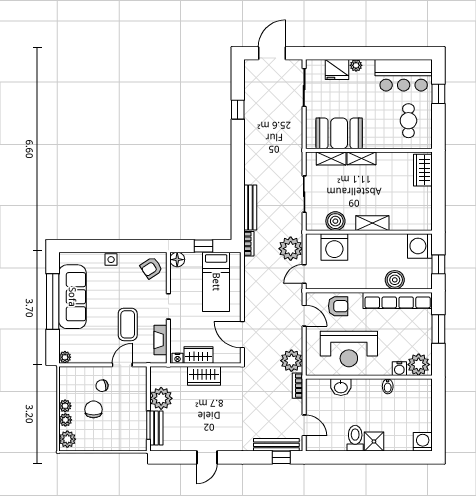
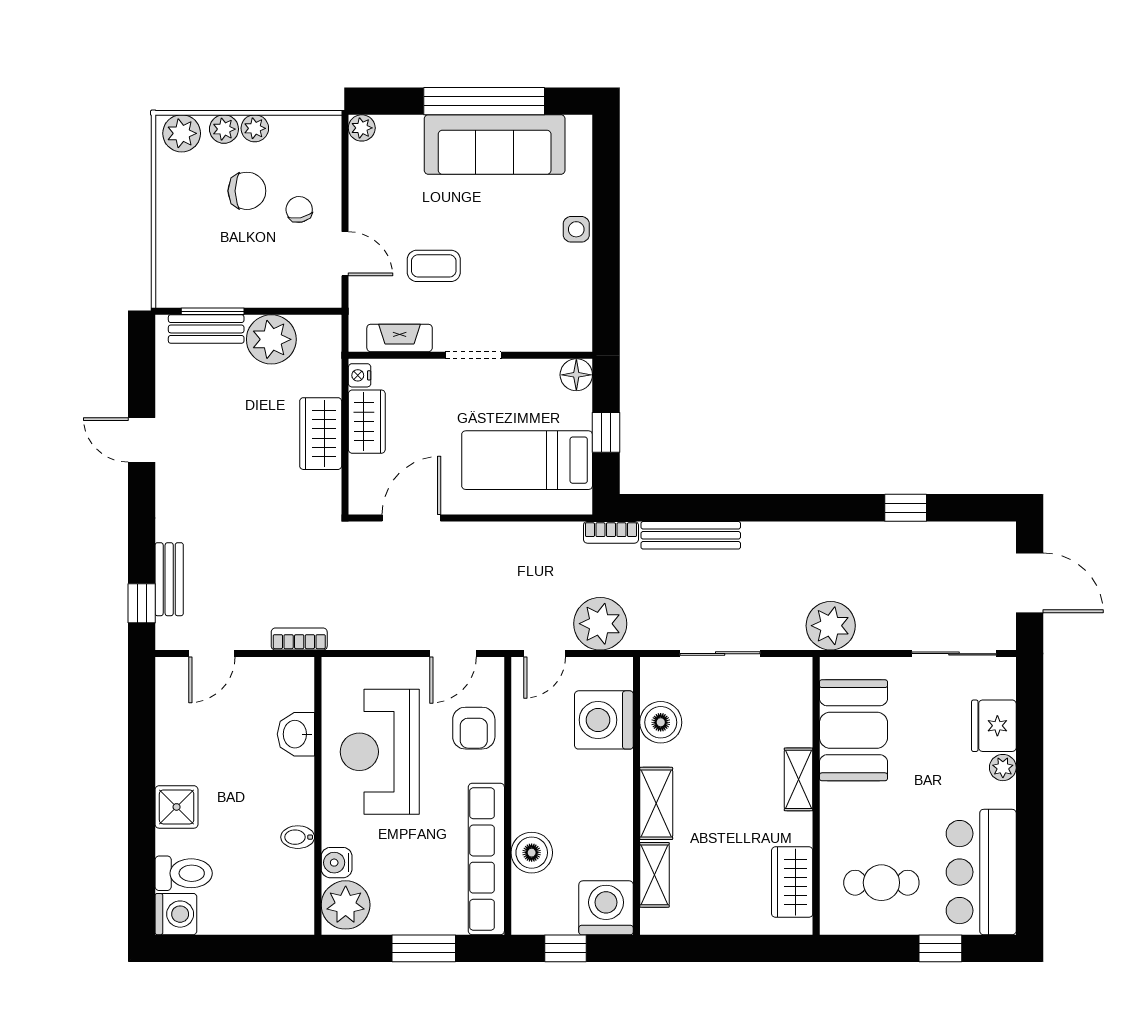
shelving: (331, 159) -> (654, 875), moved
wardrobe: (423, 170) -> (792, 882), moved, turned -90
armchair: (151, 268) -> (558, 318), removed
door: (304, 274) -> (545, 654), swing flipped
coffee table: (128, 324) -> (434, 266), width x0.73, depth x0.77
plant: (291, 361) -> (831, 626), moved
toilet: (355, 438) -> (184, 873), moved
bench: (276, 445) -> (169, 579), width x0.73

